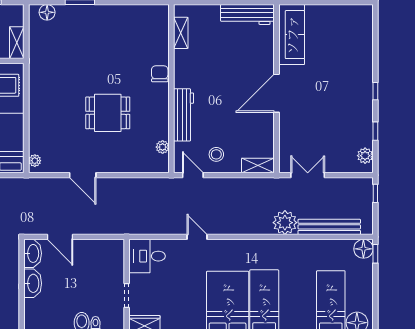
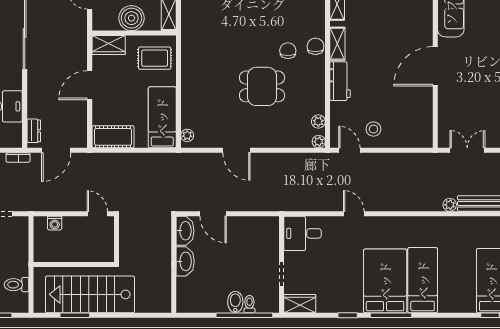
chair: (133, 78) -> (288, 51), added
workbench: (184, 115) -> (340, 81), width x0.73
shelving: (258, 166) -> (337, 44), moved, turned 90
plant: (163, 167) -> (319, 142), added
plant: (285, 223) -> (450, 205), width x0.53, depth x0.53

